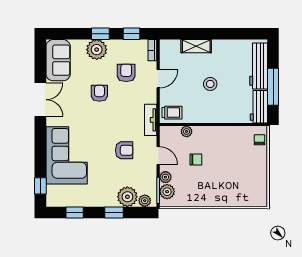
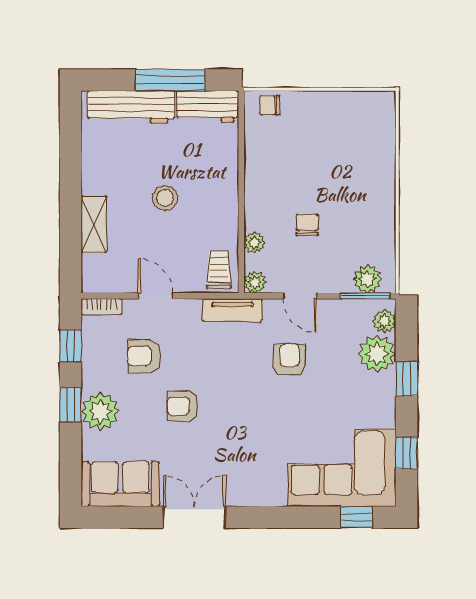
corner sofa: (67, 155) -> (342, 468), moved
door: (158, 156) -> (300, 296), swing flipped
plant: (165, 177) -> (255, 282), moved

